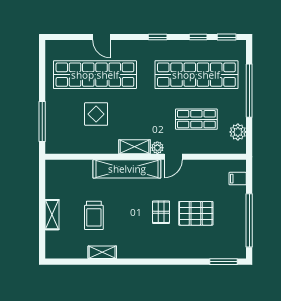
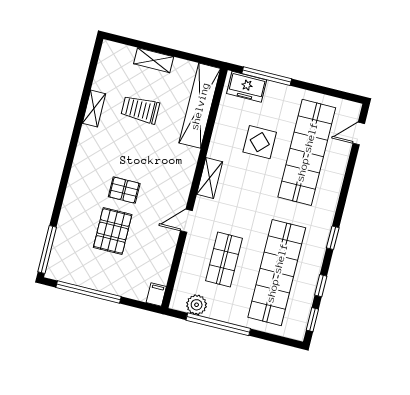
door: (101, 37) -> (359, 134), moved
window: (249, 91) -> (218, 324), moved
freezer: (55, 135) -> (247, 87), added
plant: (157, 148) -> (202, 205), removed
door: (173, 157) -> (186, 221), hinge flipped
shelving: (127, 169) -> (200, 106), moved
filing cabinet: (238, 179) -> (156, 295), moved
window: (224, 262) -> (47, 250), width x1.44

